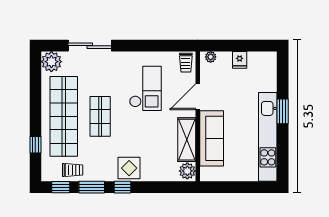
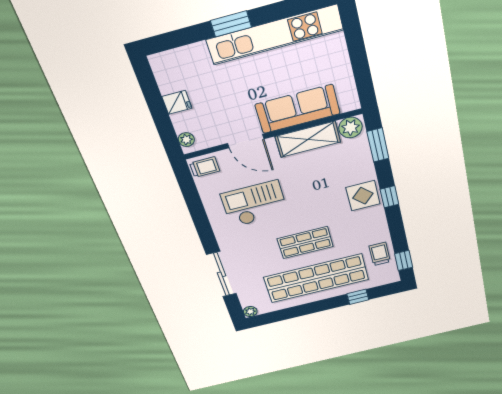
plant: (51, 62) -> (250, 311), width x0.53, depth x0.53
window: (92, 187) -> (378, 145), moved

